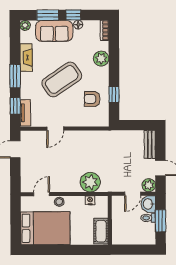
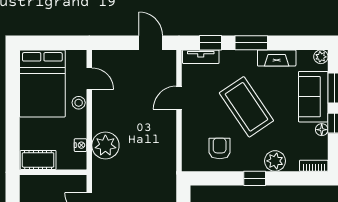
window: (114, 95) -> (255, 178), moved
door: (55, 129) -> (179, 98), hinge flipped

